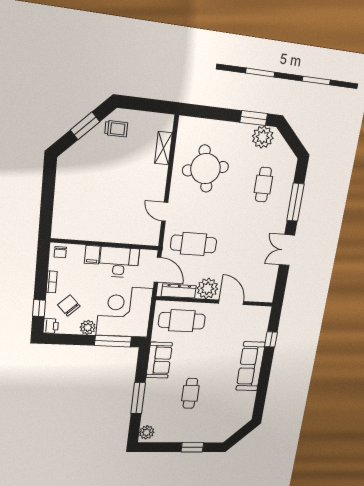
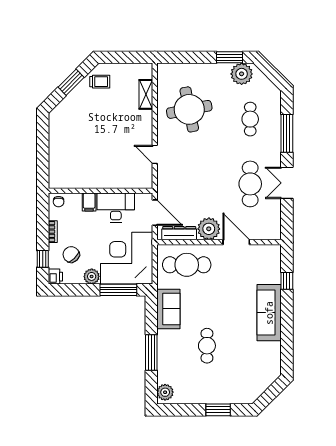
cafe table: (194, 244) -> (250, 184), moved, turned 90

